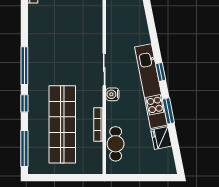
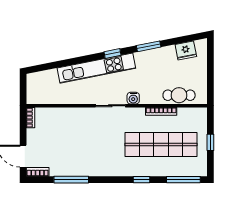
window: (24, 66) -> (71, 180), moved
kitchen unit: (151, 86) -> (96, 68), moved
fridge: (161, 138) -> (186, 51), moved
window: (65, 178) -> (210, 142), added

